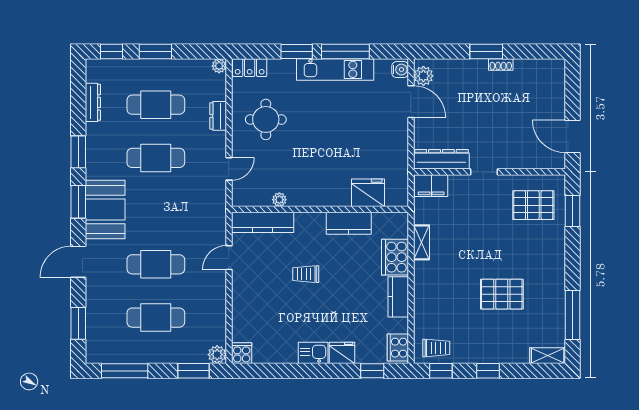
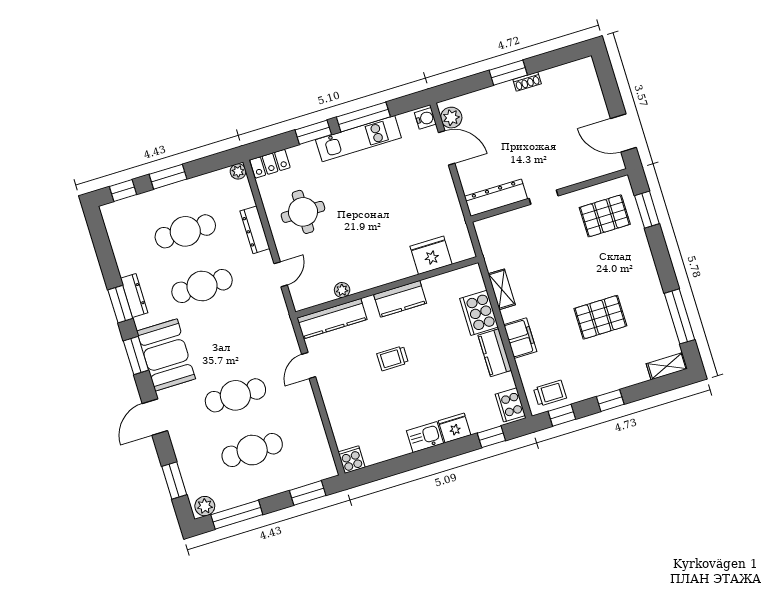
dresser: (93, 102) -> (134, 295), moved
dresser: (218, 116) -> (255, 230), width x1.44
filing cabinet: (431, 186) -> (520, 338), moved, turned -90
kitchen counter: (349, 223) -> (400, 299), moved
plant: (217, 355) -> (205, 506), moved

